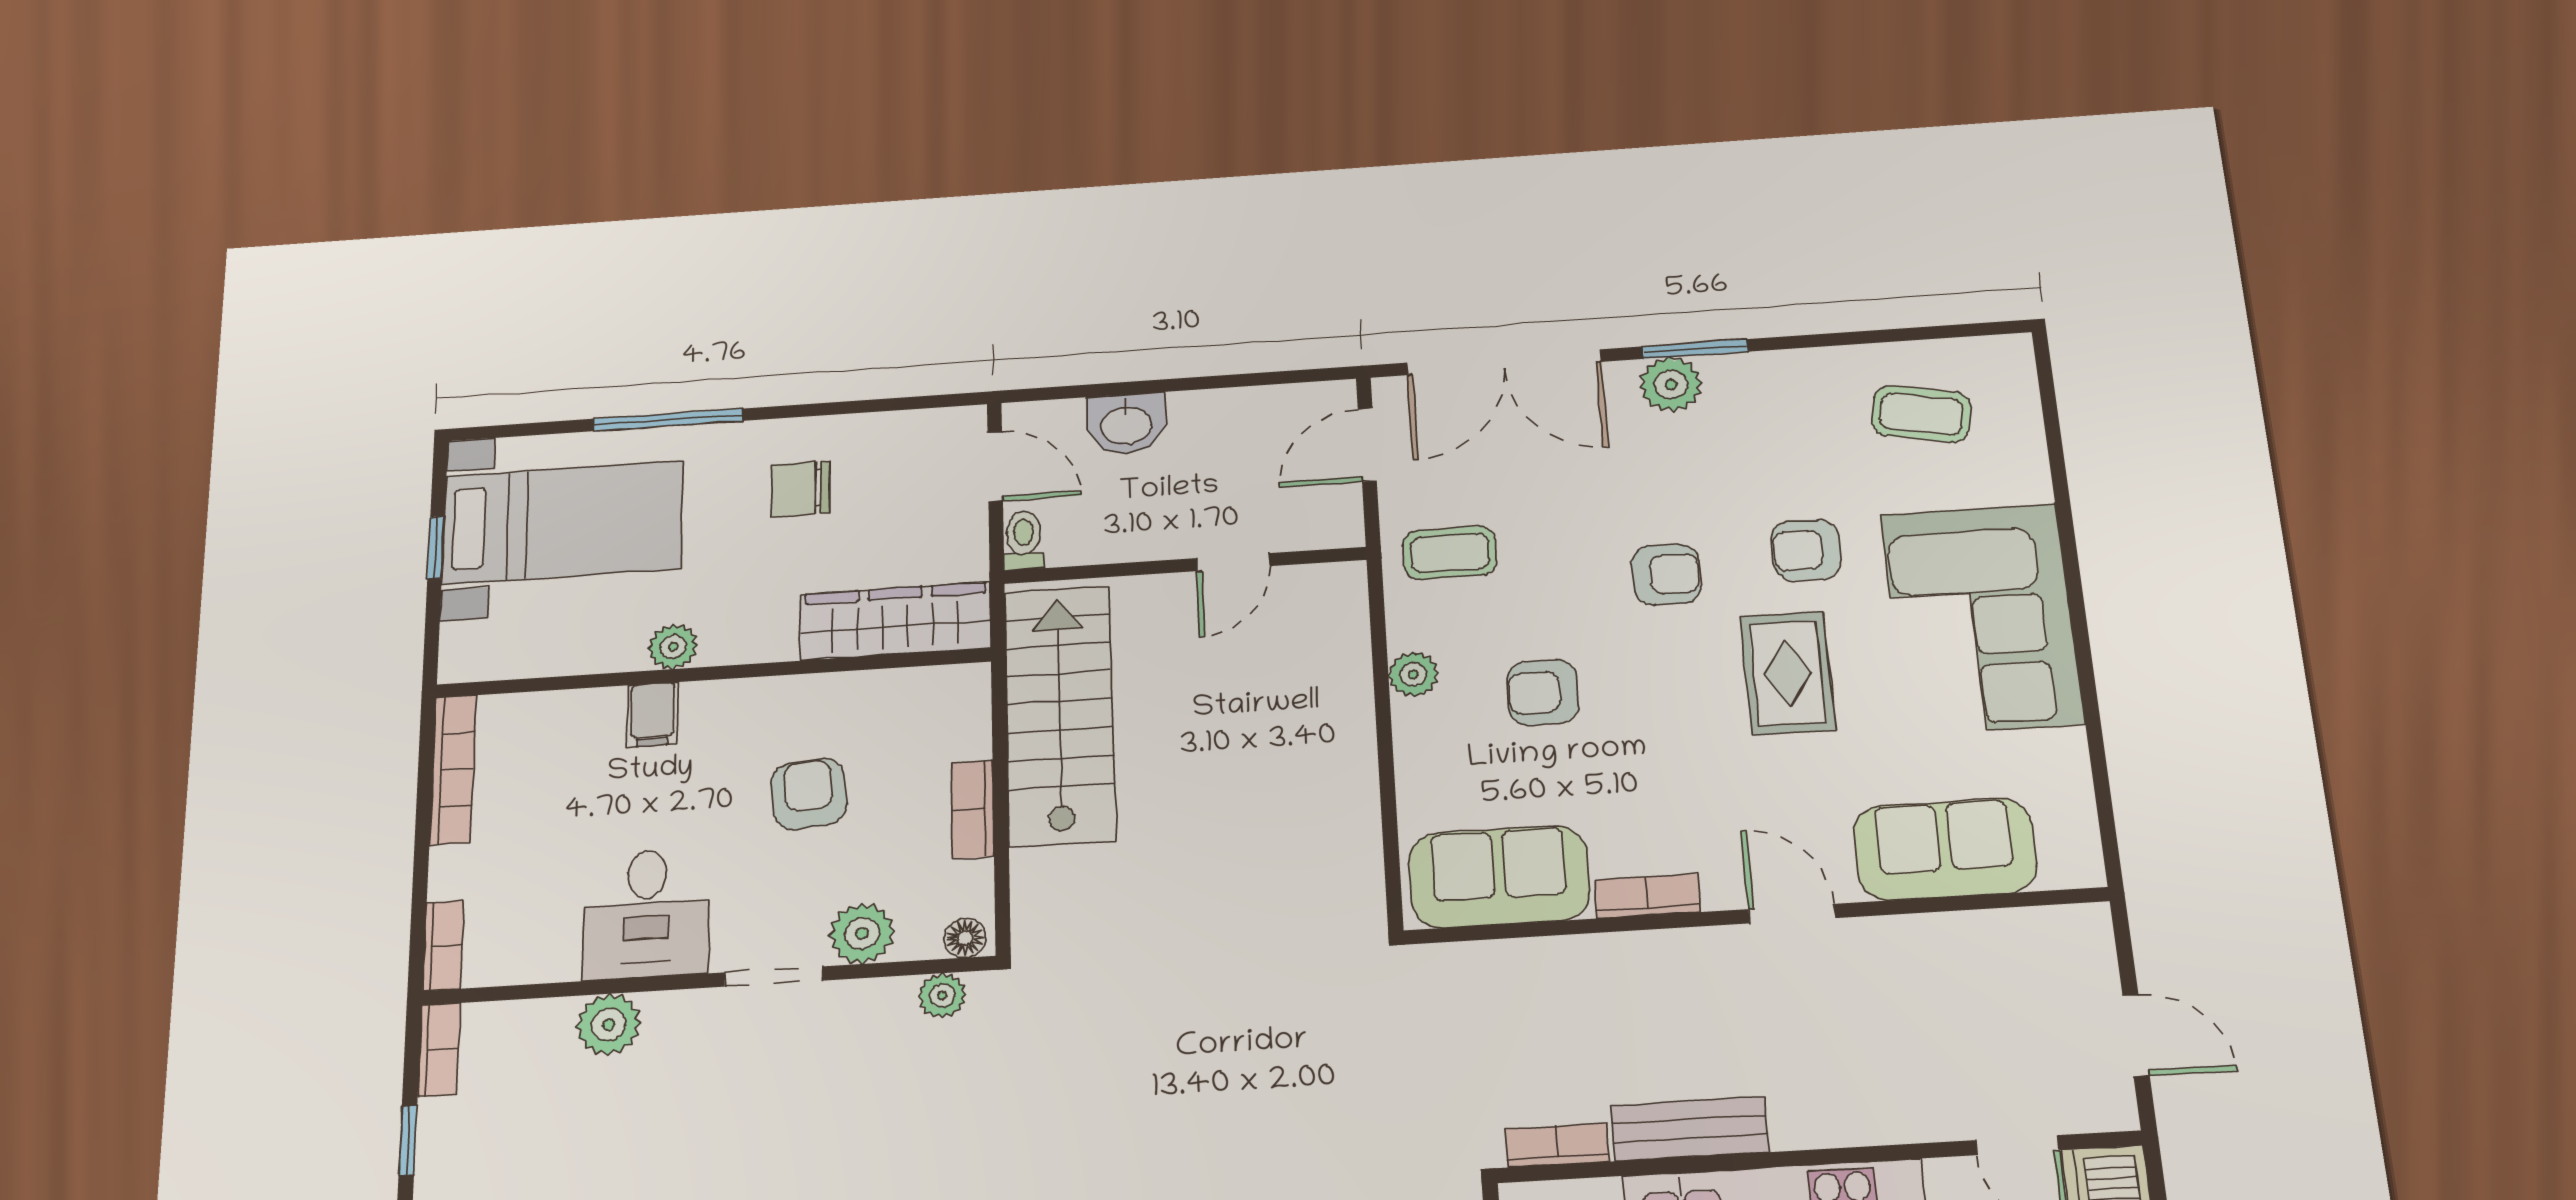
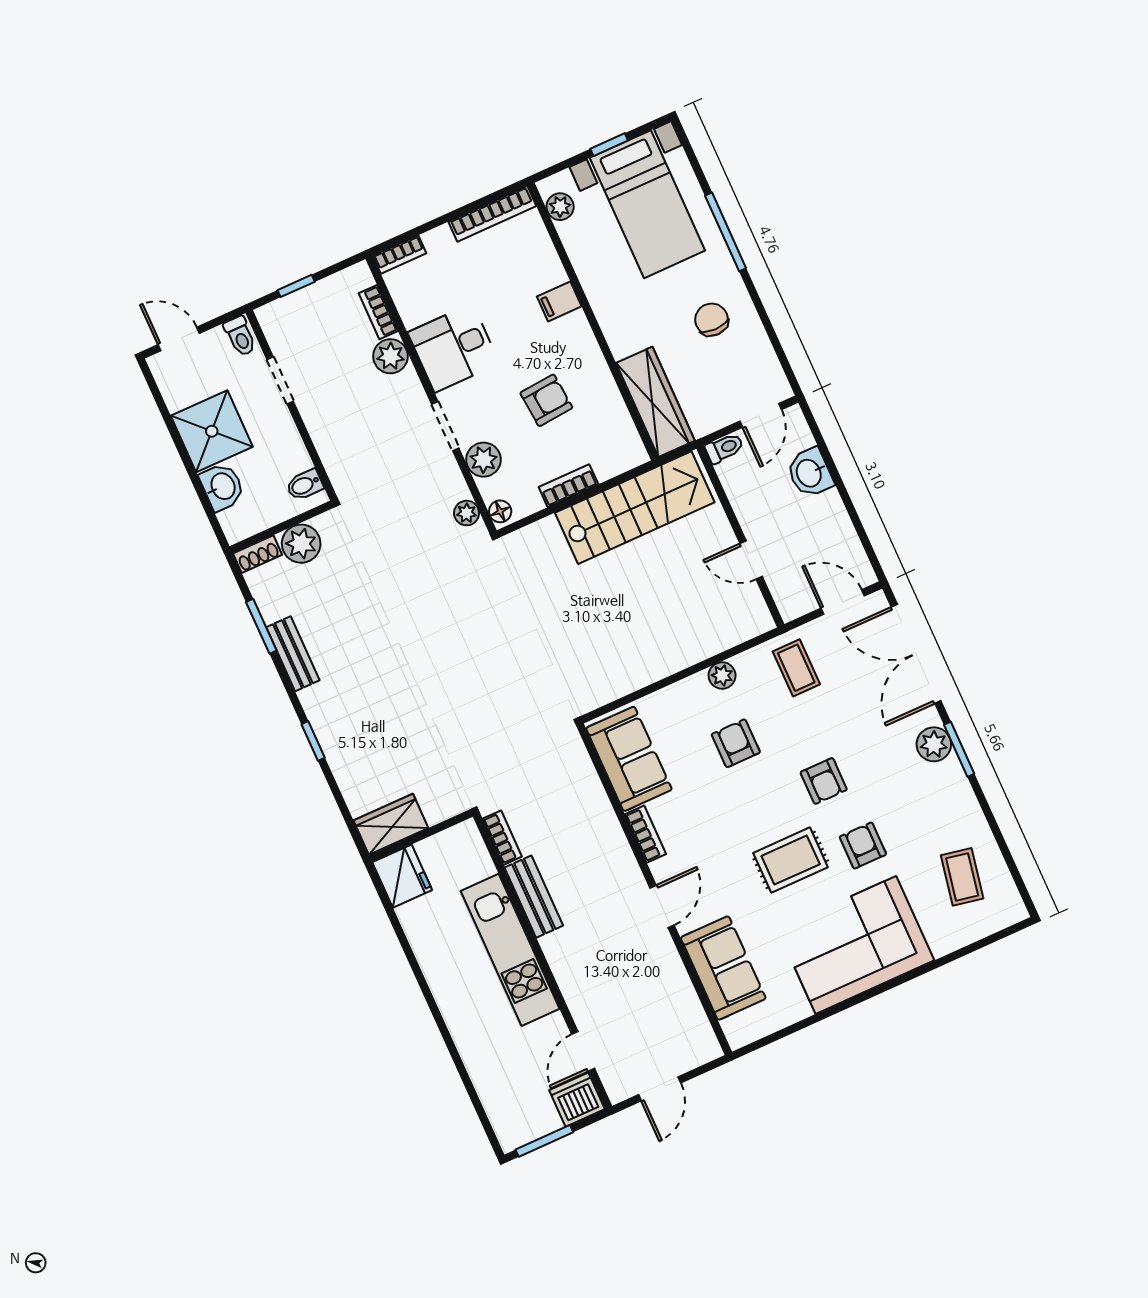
plant: (673, 647) -> (560, 207), moved
bookcase: (439, 1050) -> (378, 312), moved, turned 90

